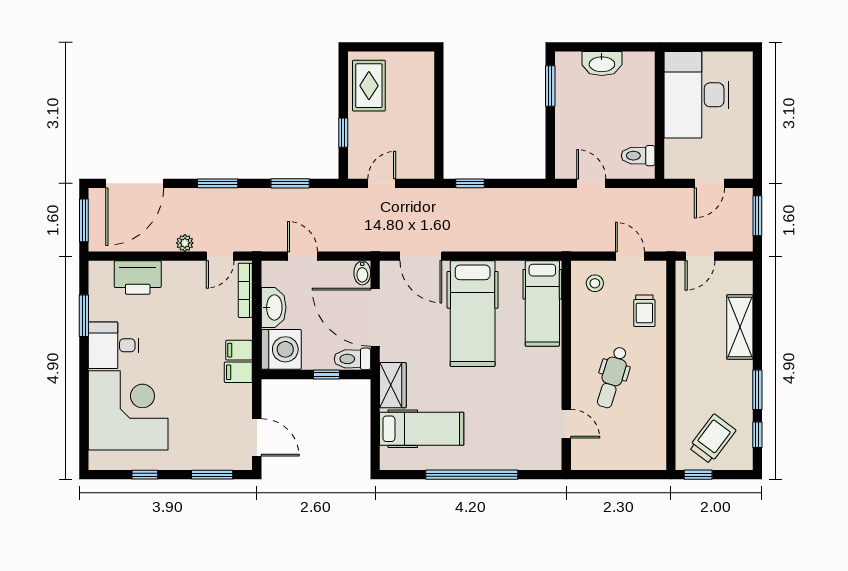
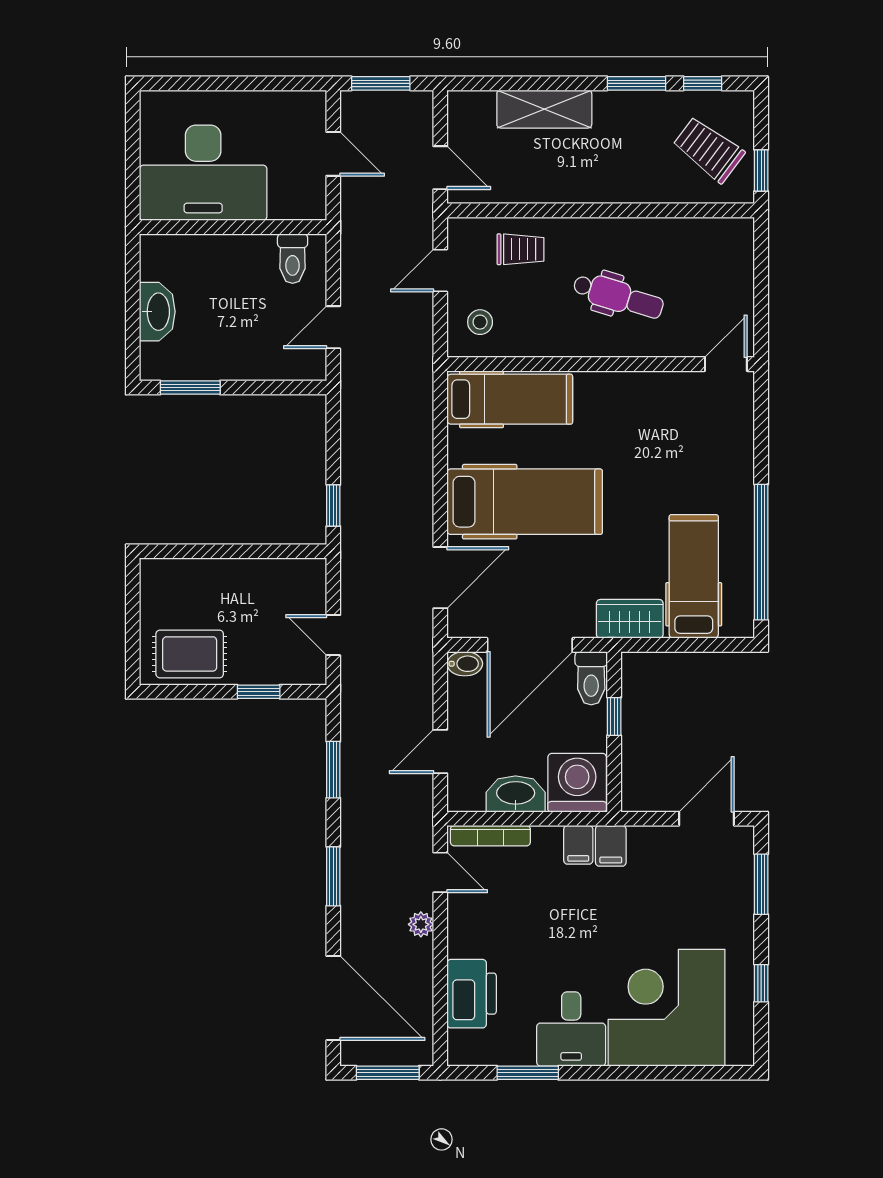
door: (566, 424) -> (726, 364), moved
window: (472, 475) -> (761, 552), moved

